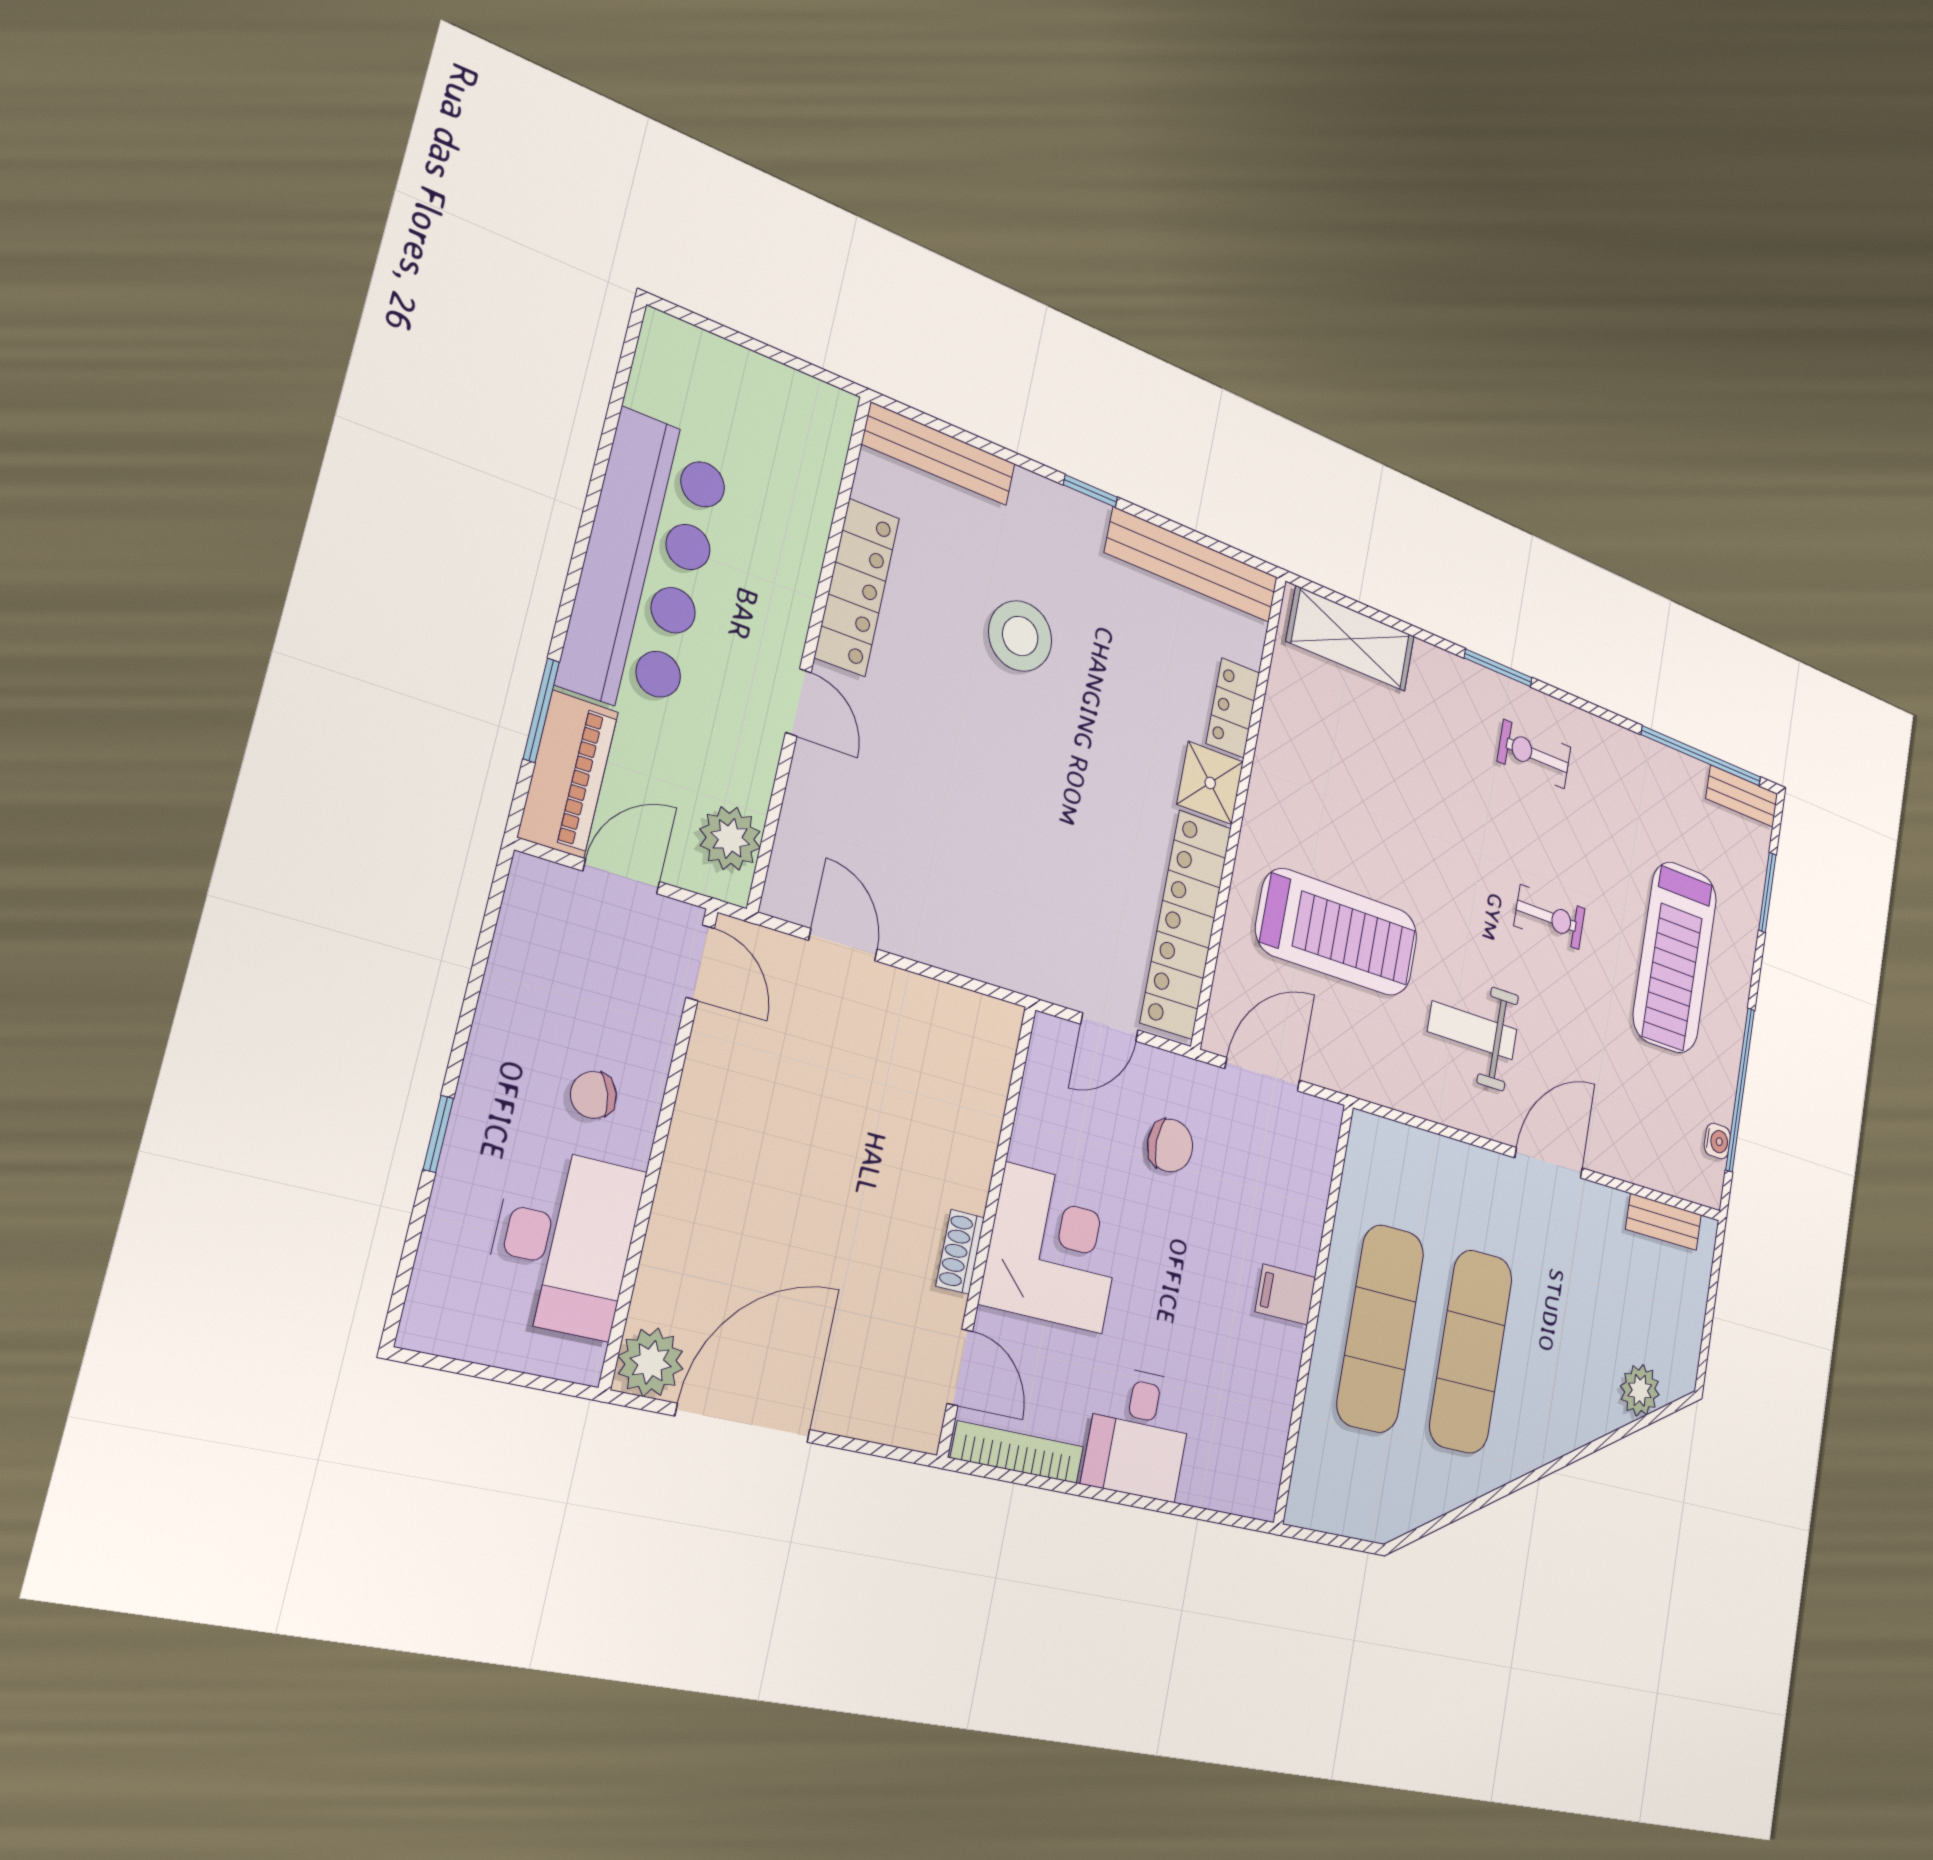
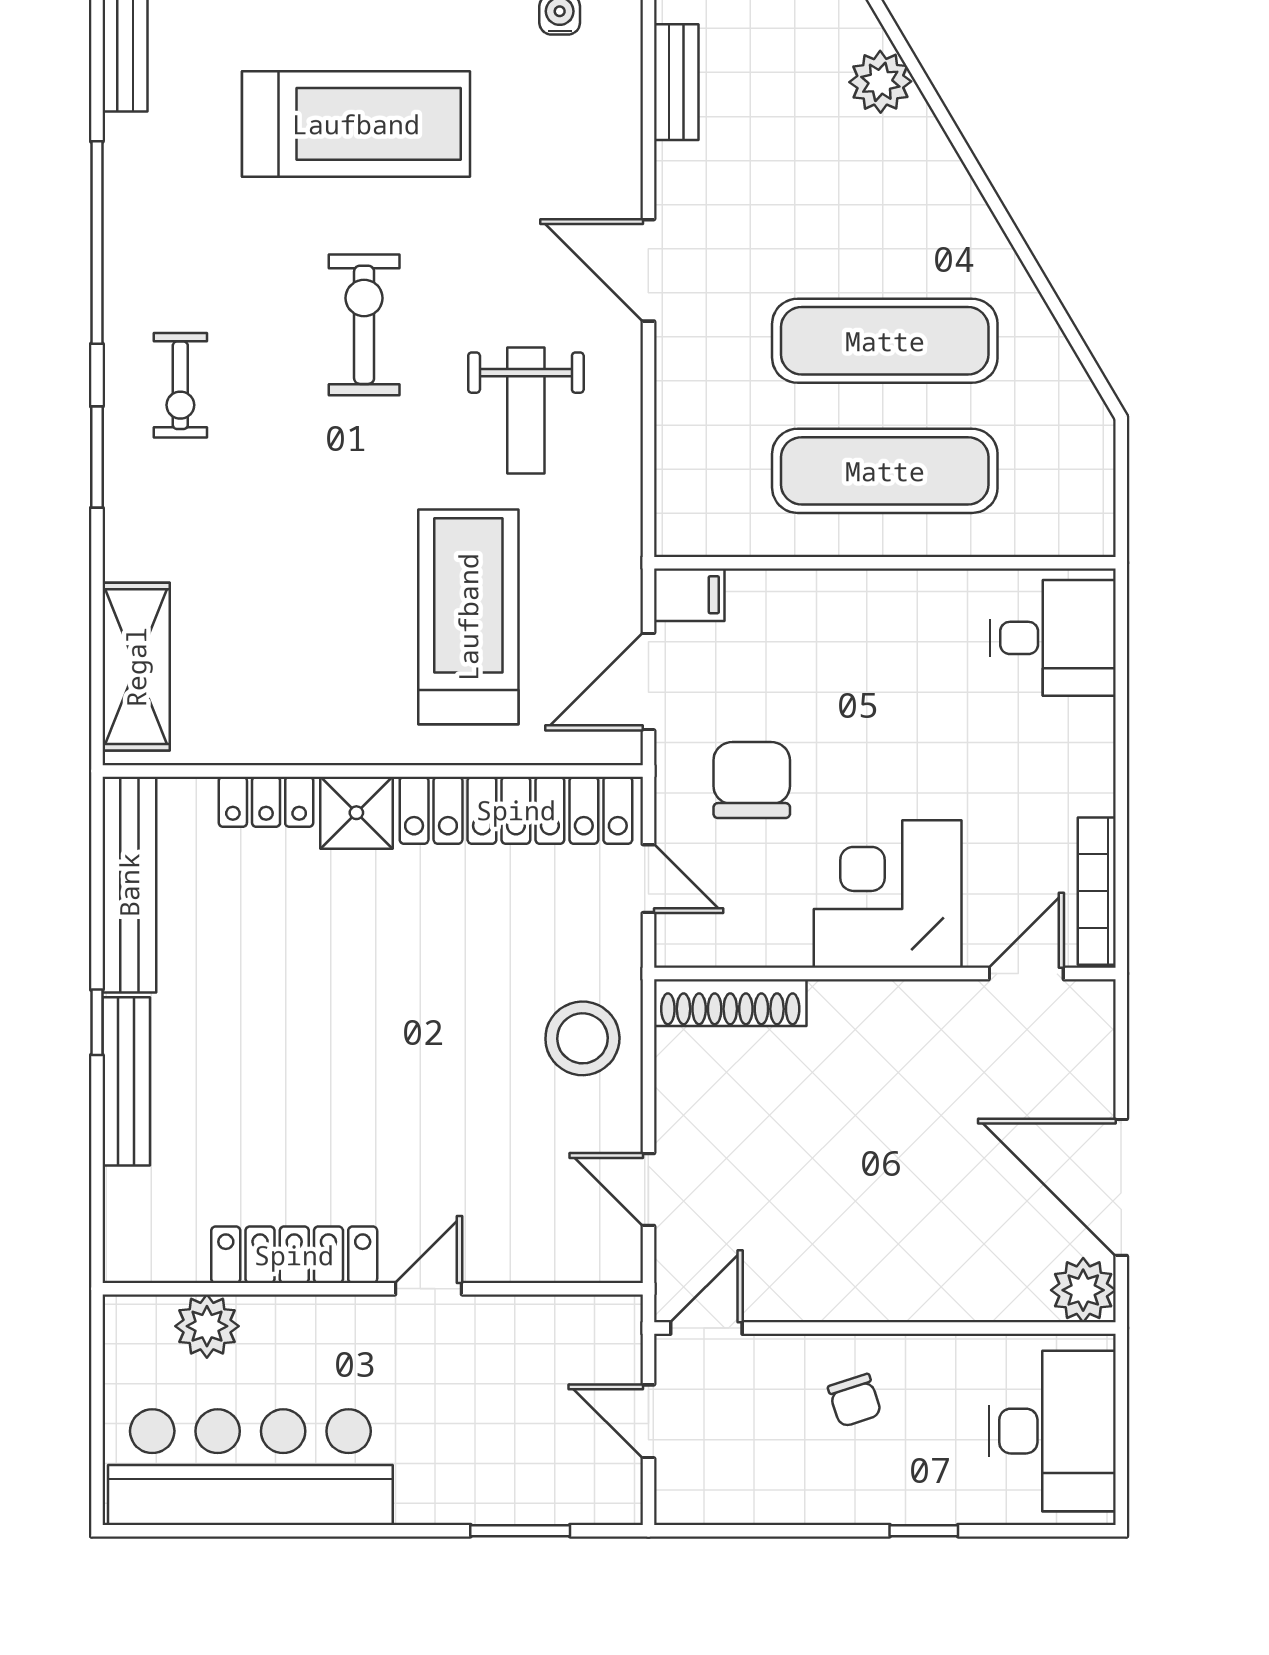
bench: (939, 454) -> (126, 1081), moved
bar counter: (646, 565) -> (250, 1467), moved
stool: (1020, 636) -> (582, 1038), moved
window: (1702, 756) -> (97, 243), moved
piano: (568, 774) -> (570, 1493), removed
plant: (730, 838) -> (207, 1326), moved
exercise bike: (1550, 917) -> (364, 325), width x1.38, depth x1.39
door: (843, 945) -> (648, 1190), hinge flipped
door: (1263, 1074) -> (648, 682), hinge flipped
chair: (1170, 1145) -> (752, 780), width x1.37, depth x1.37
desk: (563, 1242) -> (1052, 1431), moved, turned 90
shoe rack: (960, 1252) -> (730, 1003), moved, width x1.94, depth x1.24
filing cabinet: (1285, 1295) -> (689, 595), moved, turned -90
desk: (1139, 1433) -> (1053, 638), moved

